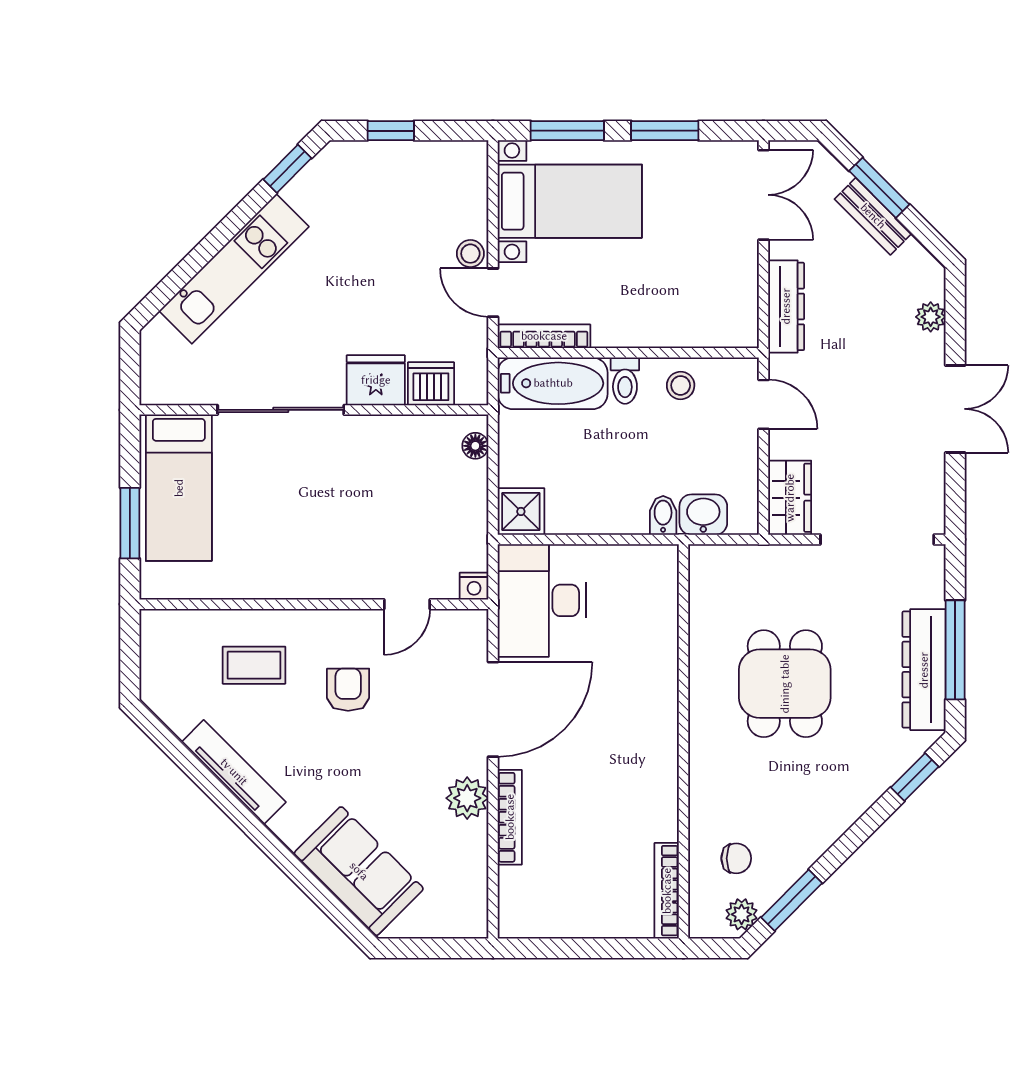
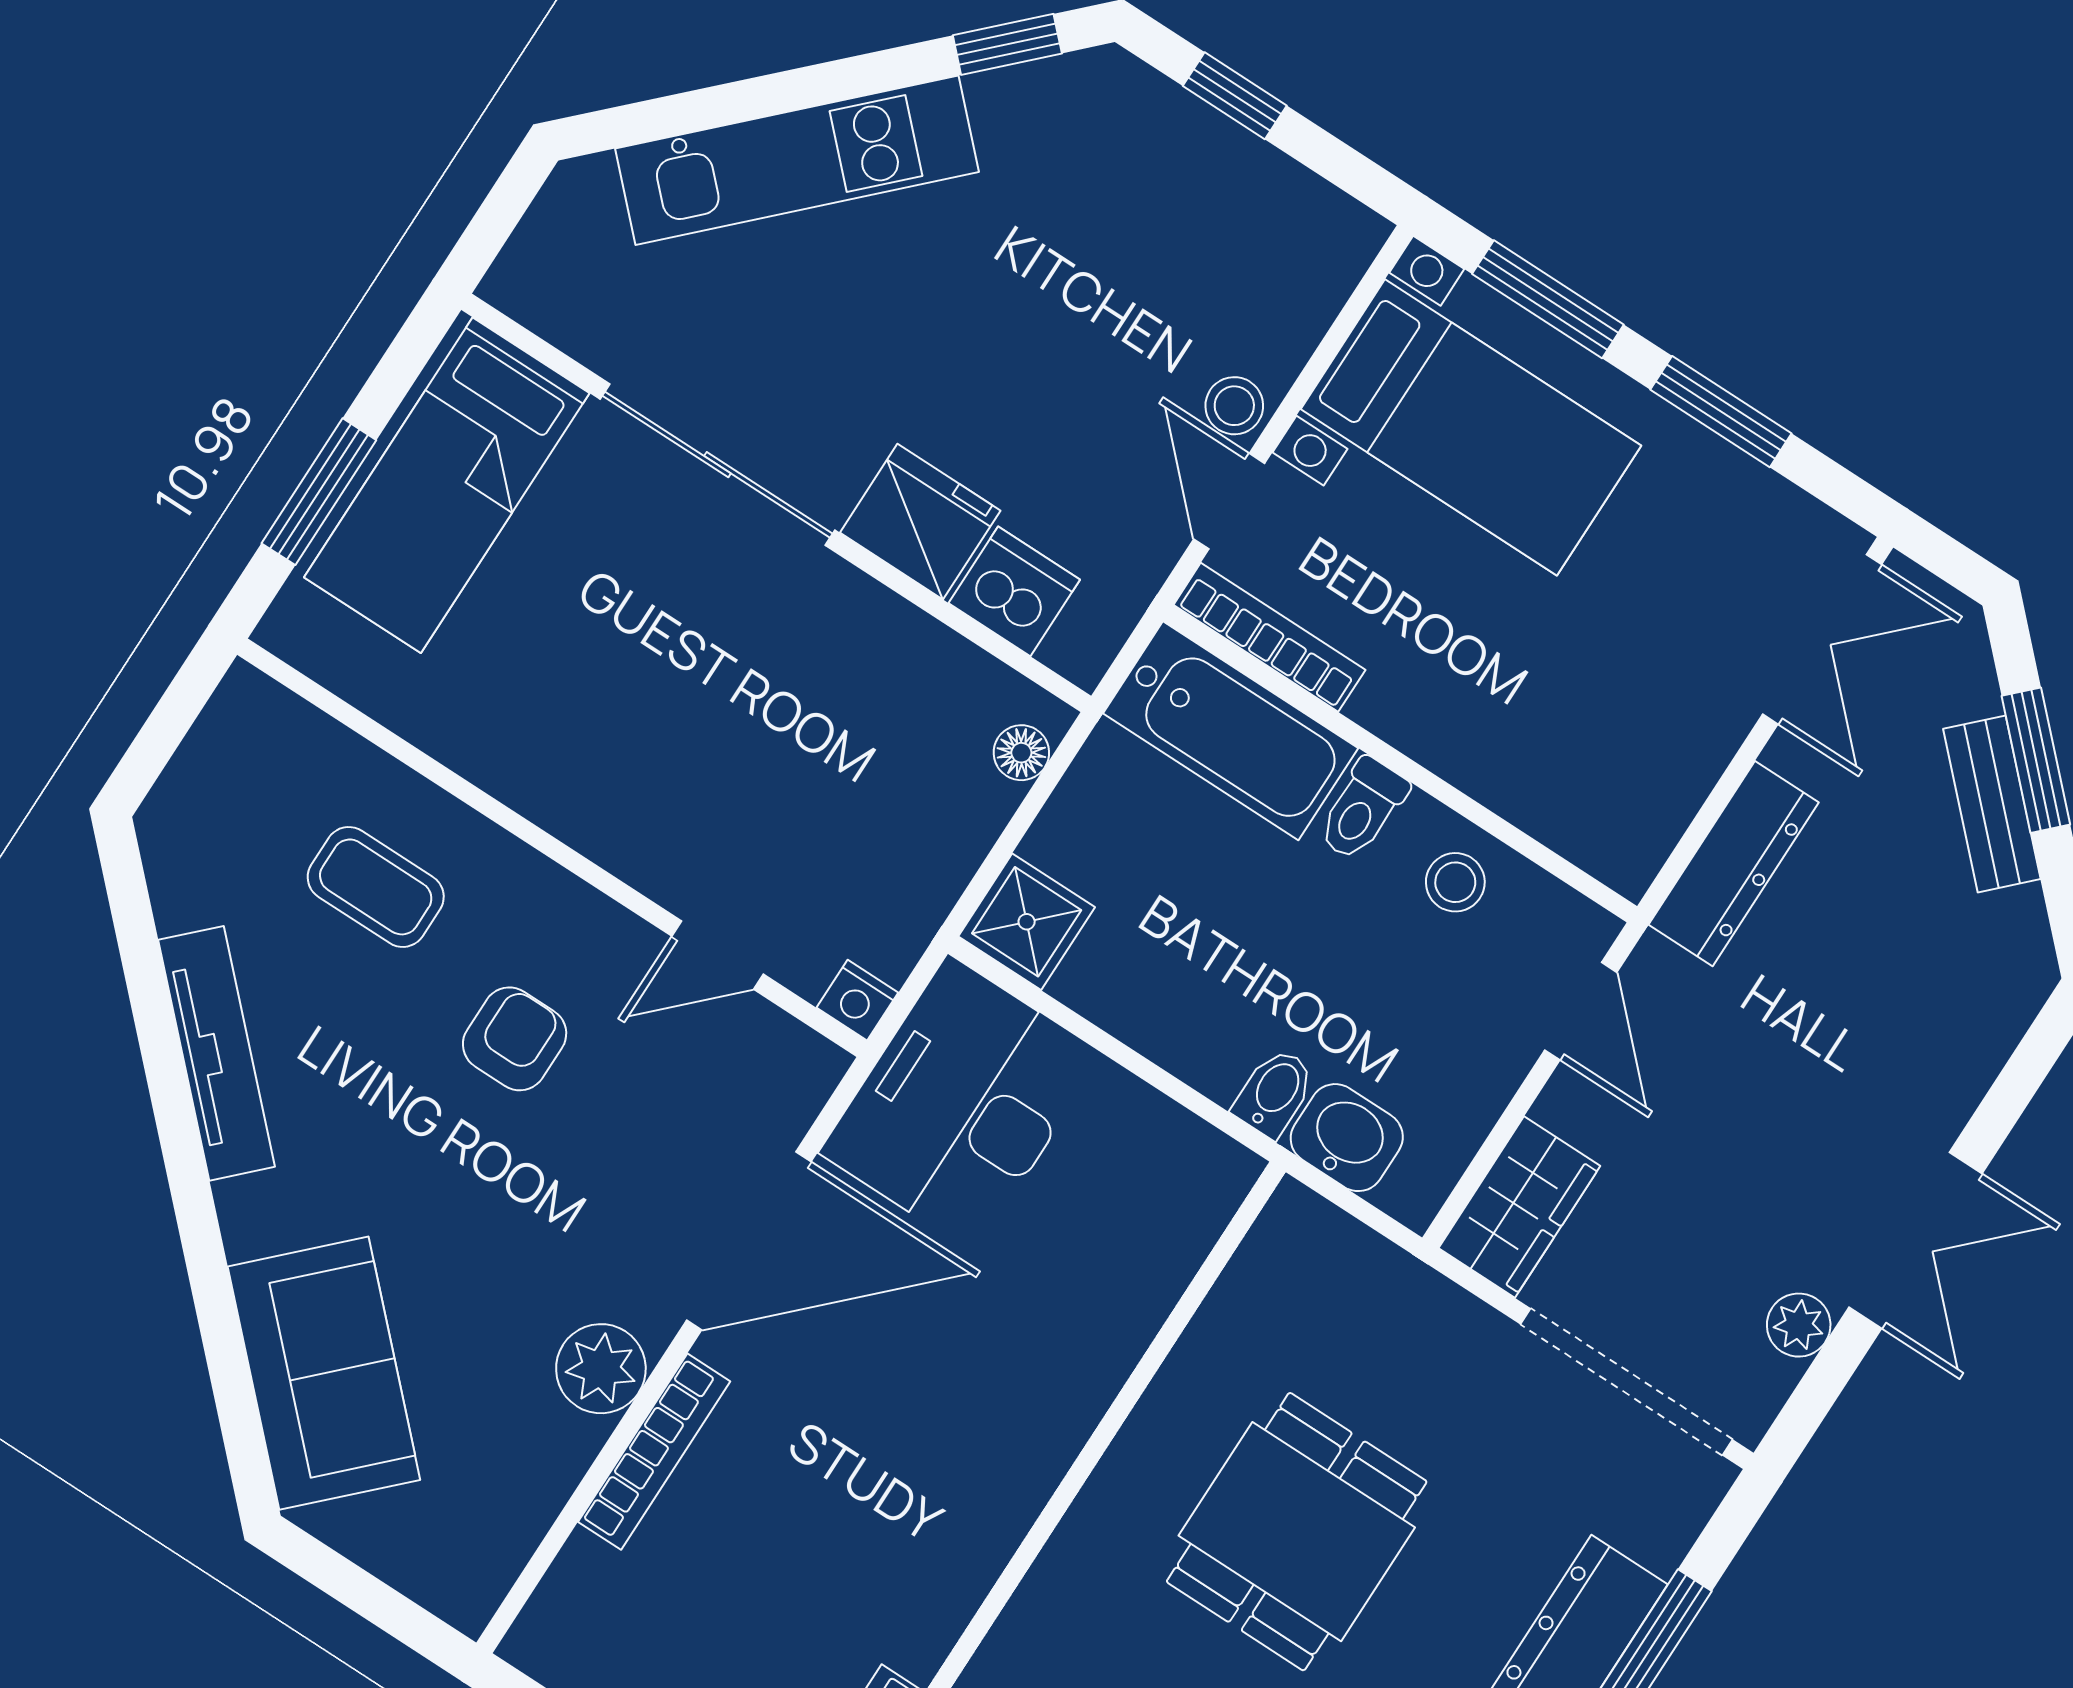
plant: (931, 317) -> (1799, 1325), moved

